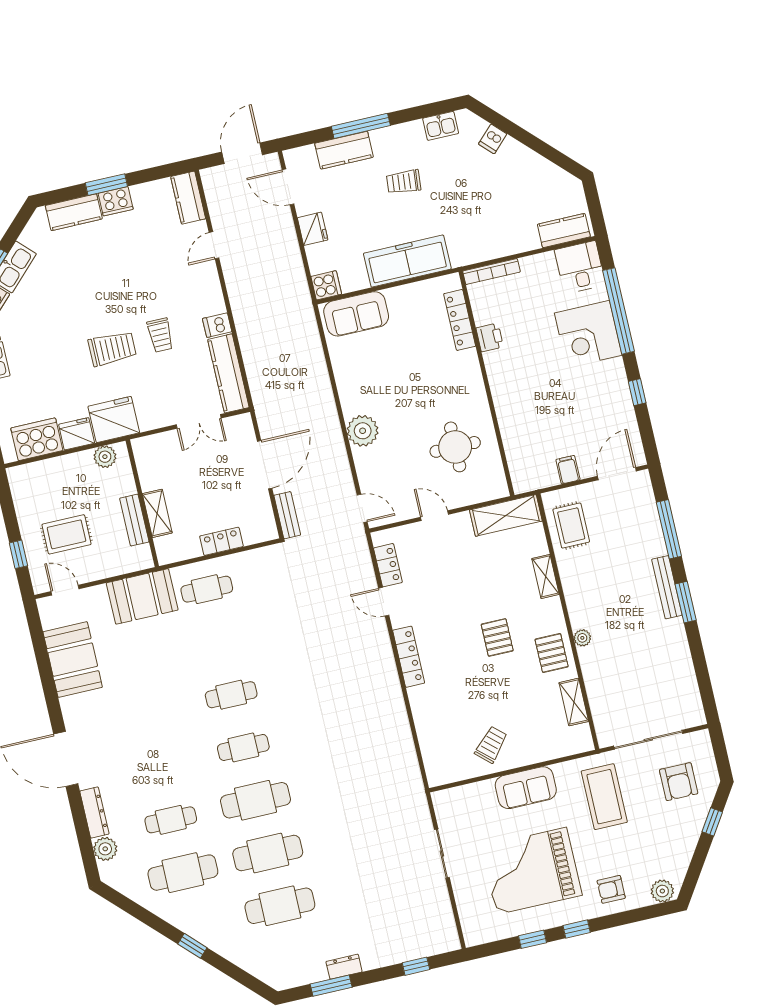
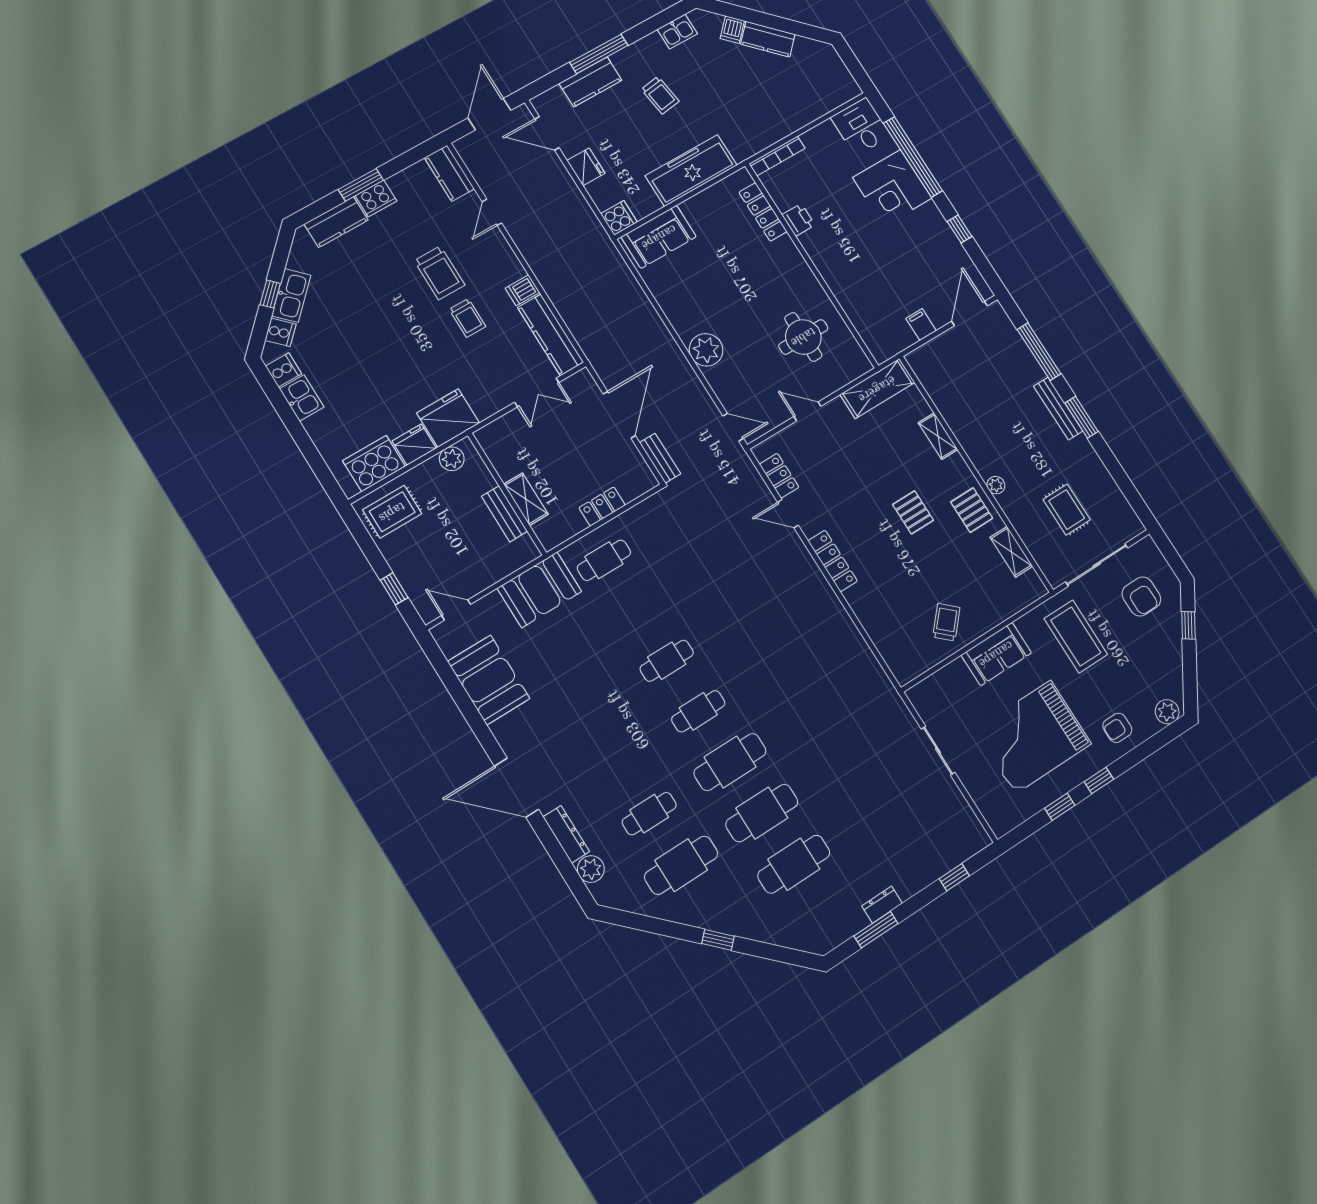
trolley: (404, 182) -> (660, 95), turned -103
kitchen counter: (564, 231) -> (768, 39), moved, turned -135
trolley: (112, 348) -> (440, 273), moved, turned 90
rug: (571, 526) -> (1067, 510), moved
rug: (66, 534) -> (392, 512), moved

